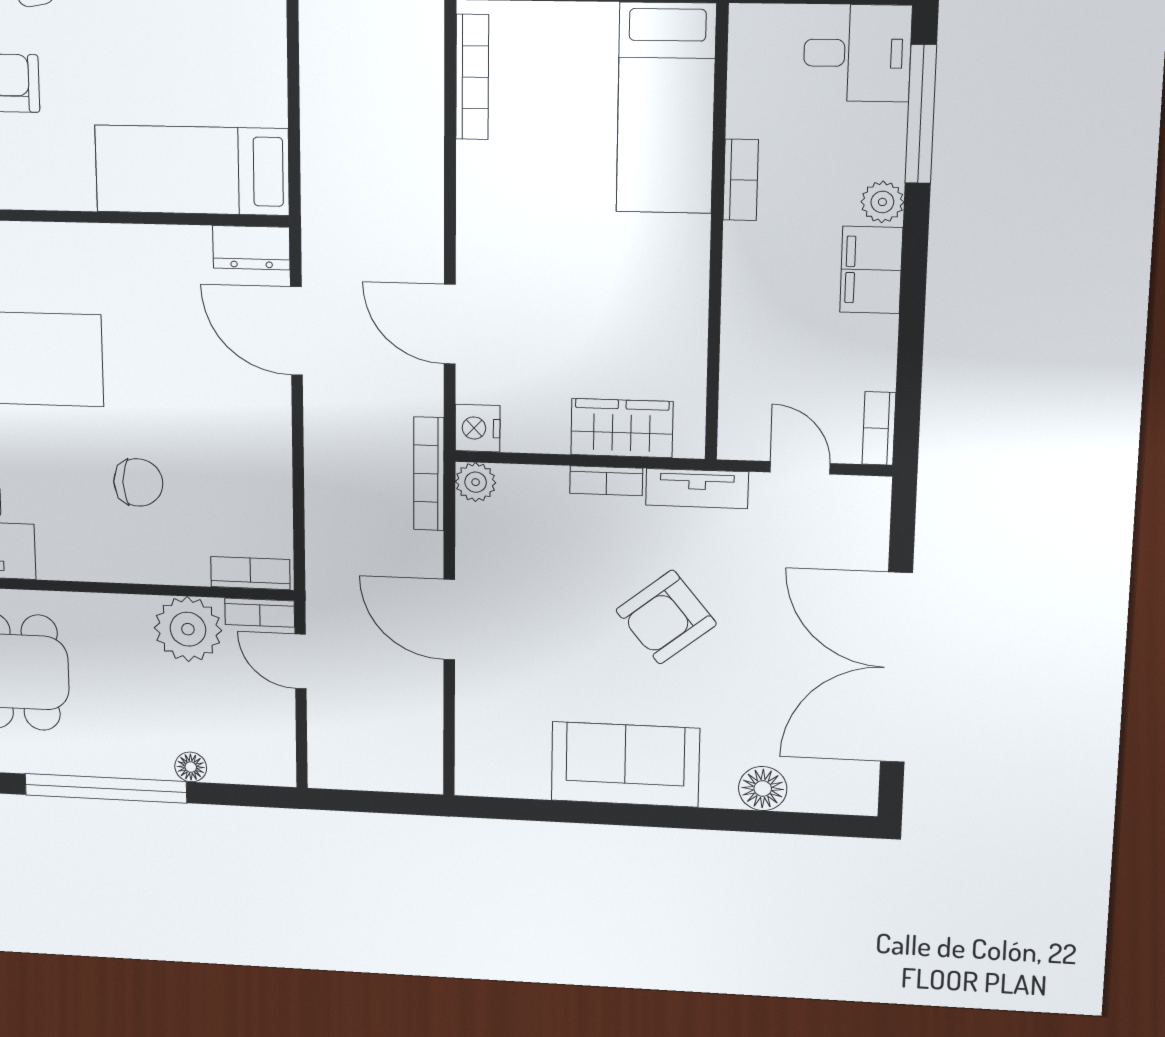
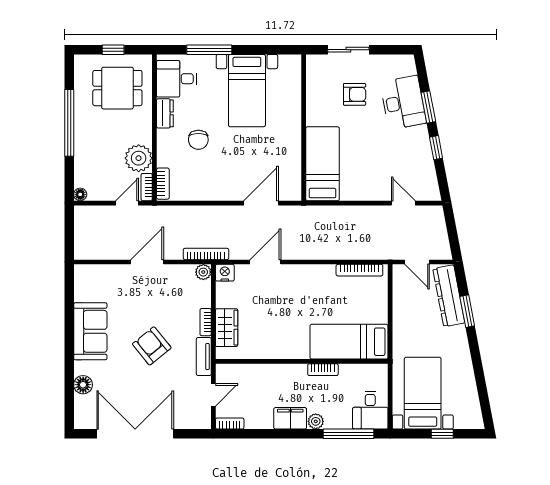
dresser: (251, 248) -> (165, 113), moved, turned 180
floor lamp: (191, 767) -> (80, 194), moved

